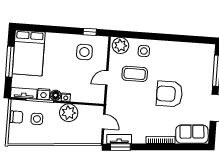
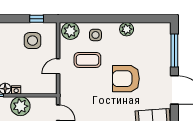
plant: (173, 48) -> (127, 29), added

